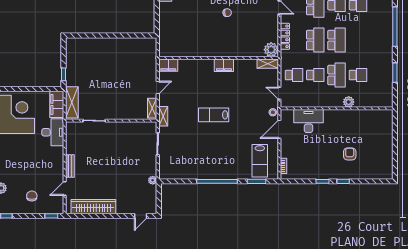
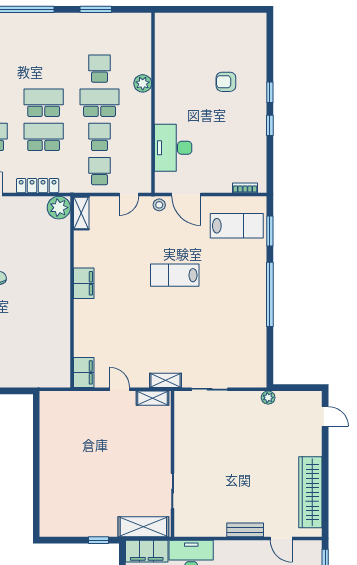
lab bench: (214, 115) -> (175, 275), moved, turned 90

